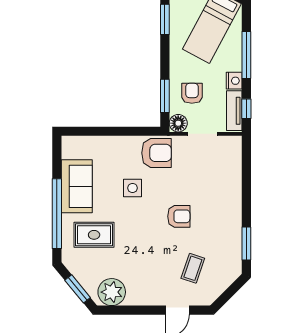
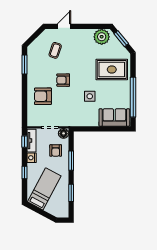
window: (246, 55) -> (25, 172), width x0.46
window: (165, 96) -> (71, 161), moved
armchair: (156, 153) -> (43, 96), moved
sofa: (77, 186) -> (114, 117), moved, turned 90
window: (57, 214) -> (133, 97), moved
rug: (94, 235) -> (112, 69), width x1.36, depth x1.43

